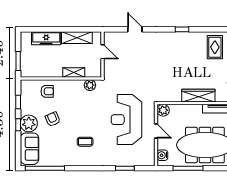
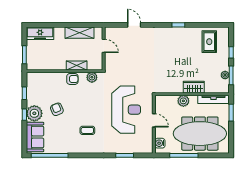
freezer: (46, 38) -> (40, 33), moved
armchair: (47, 91) -> (72, 79), moved
wardrobe: (198, 96) -> (194, 87), width x0.67
plant: (163, 110) -> (183, 101), moved
reception desk: (126, 120) -> (126, 110), turned 180

